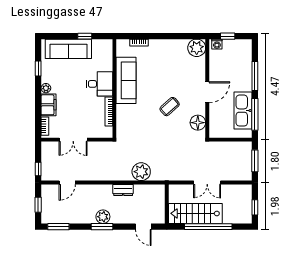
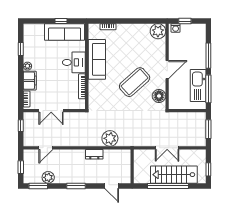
sofa: (68, 49) -> (65, 32), moved
coffee table: (170, 107) -> (135, 82), width x1.86, depth x1.72
window: (38, 169) -> (21, 126), moved
stairs: (195, 213) -> (174, 175), moved
plant: (103, 217) -> (48, 177), moved

